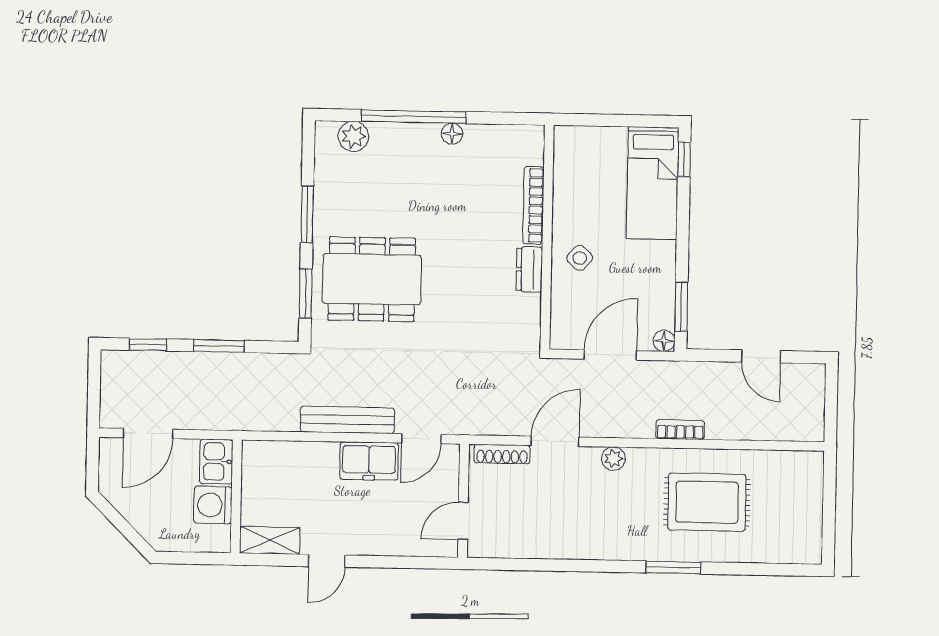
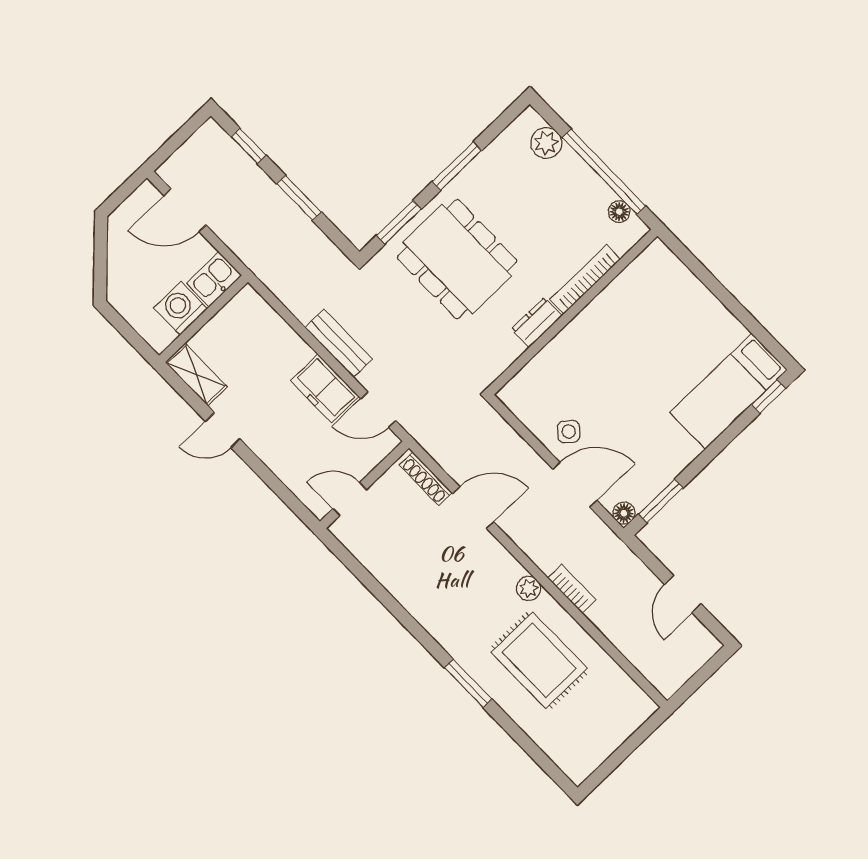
bookcase: (533, 205) -> (585, 279), moved
wall: (547, 237) -> (573, 312), moved
side table: (580, 258) -> (569, 432), moved
dresser: (529, 269) -> (537, 322), moved
bench: (347, 420) -> (339, 343), width x0.73
plant: (613, 459) -> (529, 588), moved

